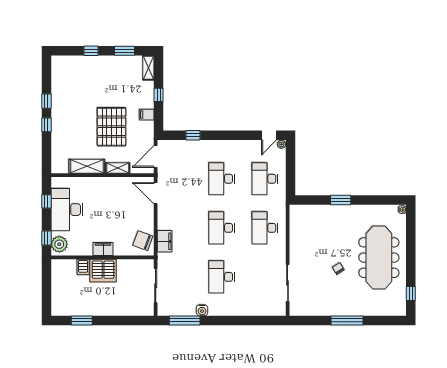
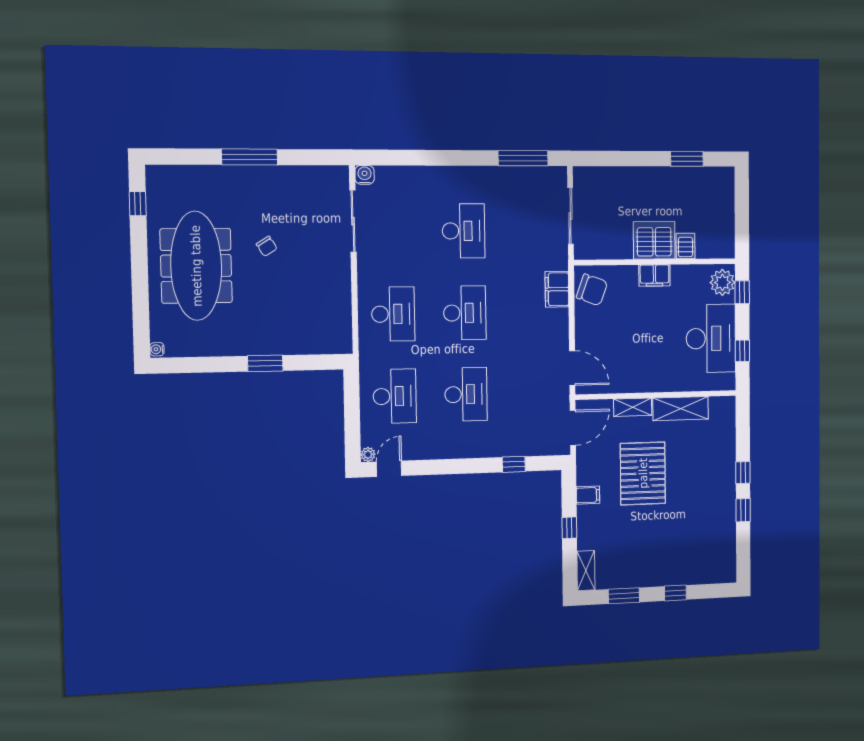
water cooler: (202, 310) -> (365, 175), moved

